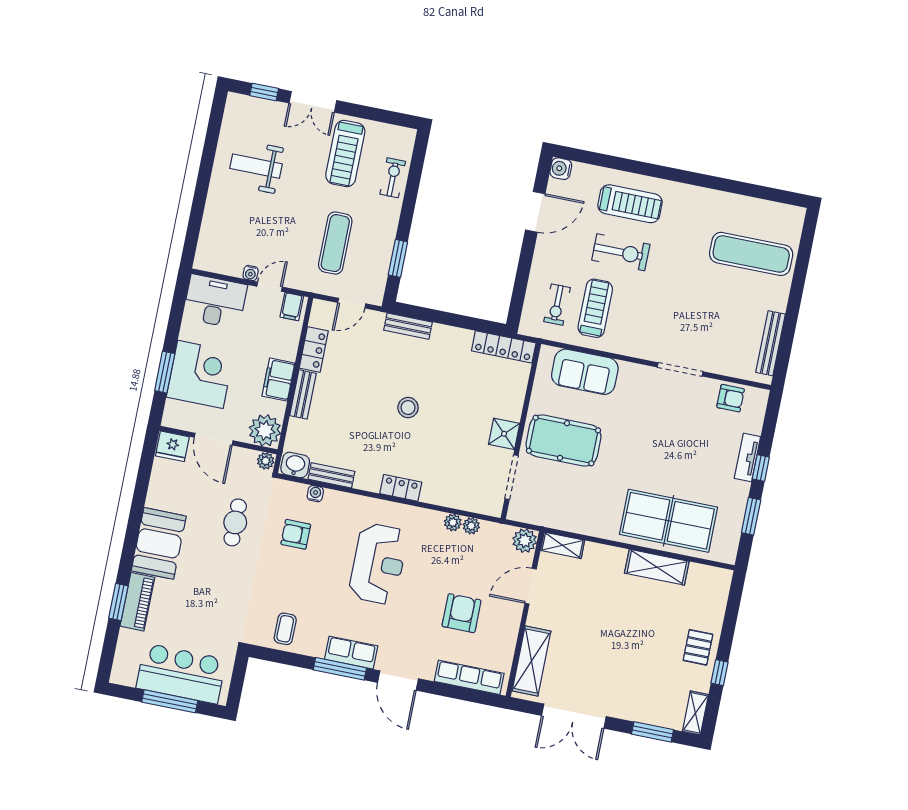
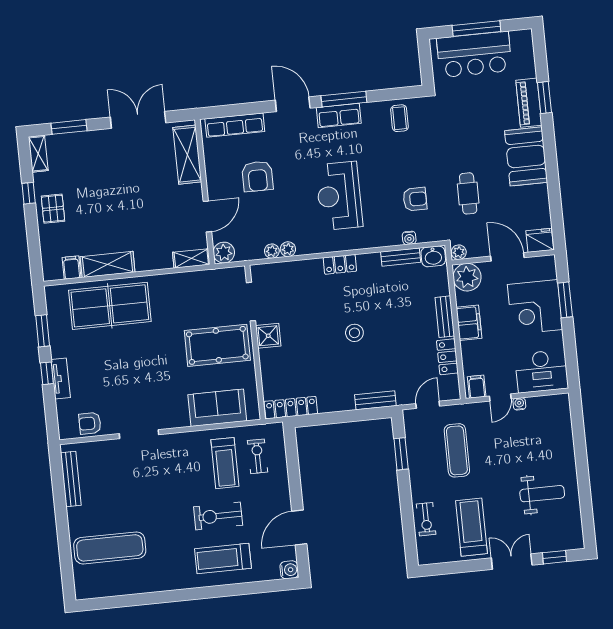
filing cabinet: (698, 576) -> (71, 268), added

